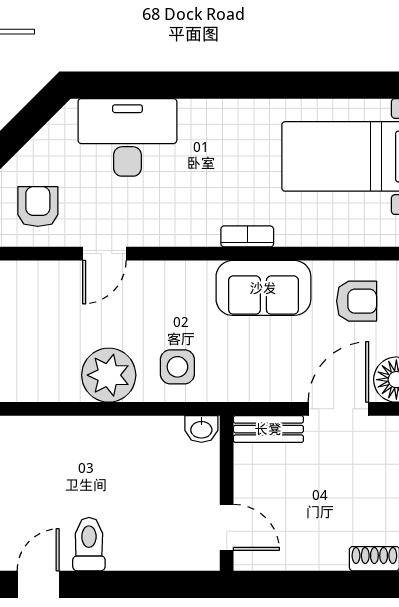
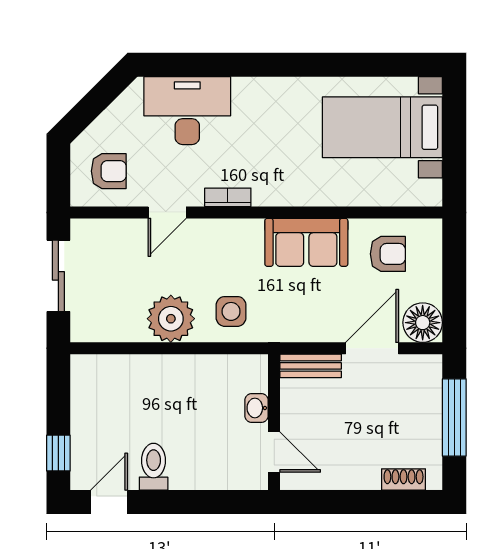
armchair: (38, 207) -> (109, 171), turned 90
bookcase: (247, 236) -> (228, 197), moved
washbasin: (201, 429) -> (256, 408), moved, turned 90

